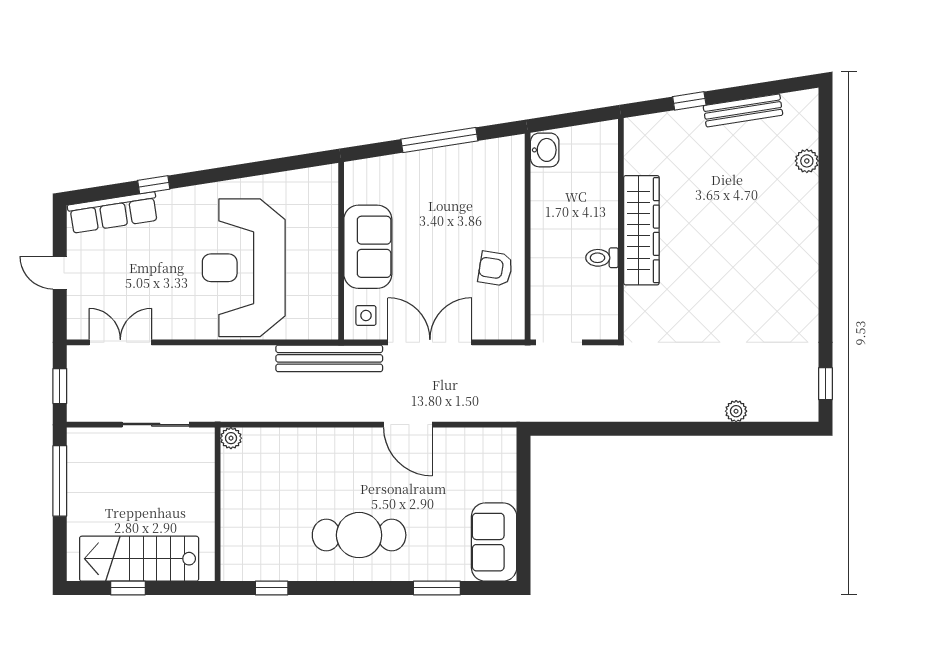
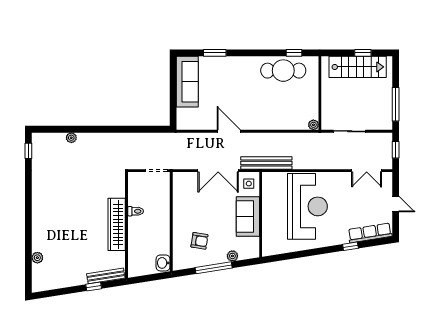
bench: (743, 110) -> (106, 276), moved
plant: (400, 165) -> (232, 256), added
armchair: (495, 269) -> (199, 241), moved
cafe table: (359, 535) -> (283, 71), moved
sofa: (494, 542) -> (187, 82), width x1.36

